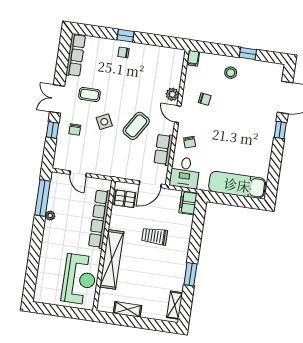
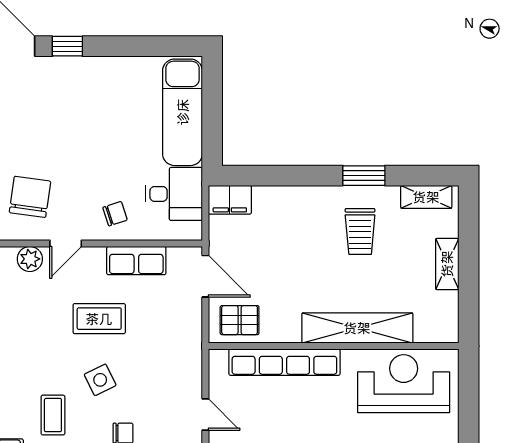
chair: (205, 99) -> (30, 197), width x1.87, depth x1.87
coffee table: (136, 126) -> (99, 319), turned -32
desk: (185, 173) -> (174, 194), moved
door: (78, 174) -> (205, 414), hinge flipped
pallet: (125, 199) -> (240, 320), turned 90
trolley: (155, 236) -> (360, 231), moved
shelving: (127, 309) -> (447, 264), moved

